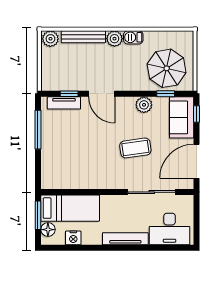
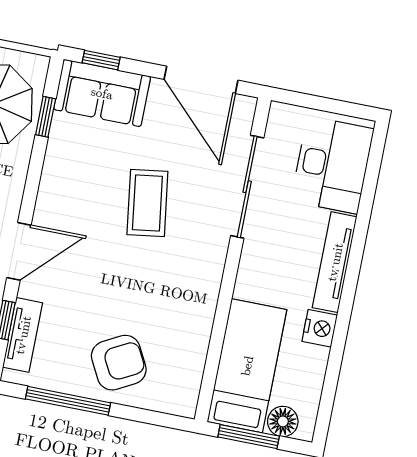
plant: (144, 105) -> (60, 167), removed
armchair: (60, 149) -> (119, 363), added
nightstand: (73, 238) -> (320, 328), moved

